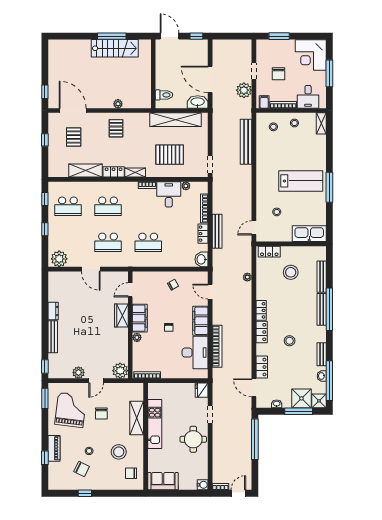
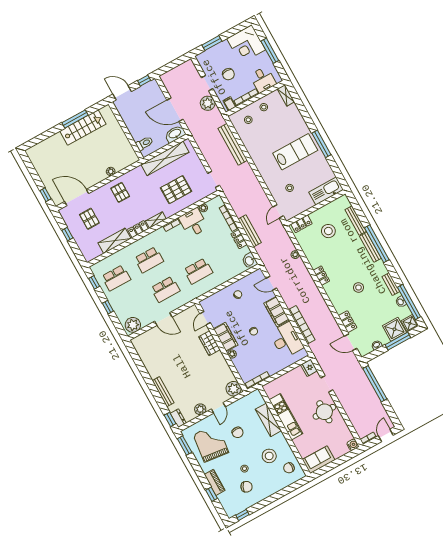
dresser: (53, 311) -> (178, 418), moved
locker: (262, 332) -> (332, 293), removed
window: (85, 493) -> (242, 515), moved

